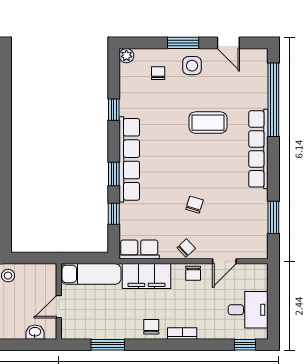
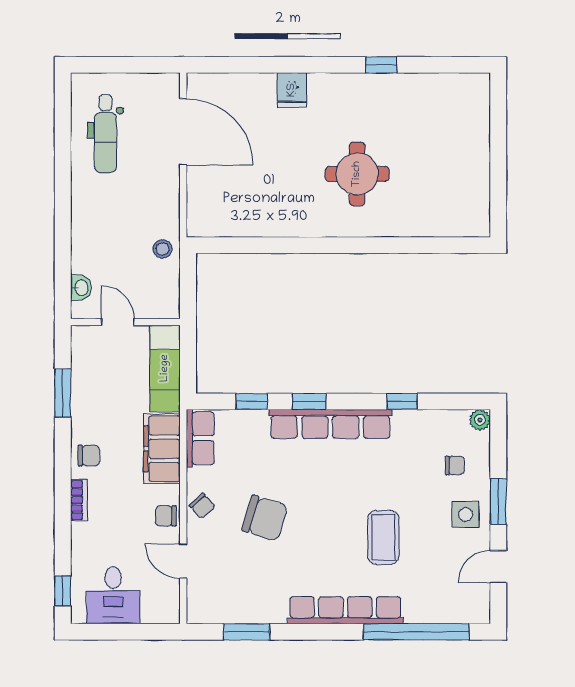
chair: (195, 205) -> (265, 518), width x1.87, depth x1.87

